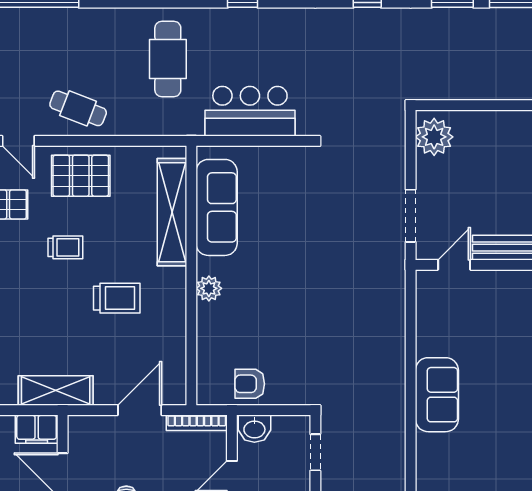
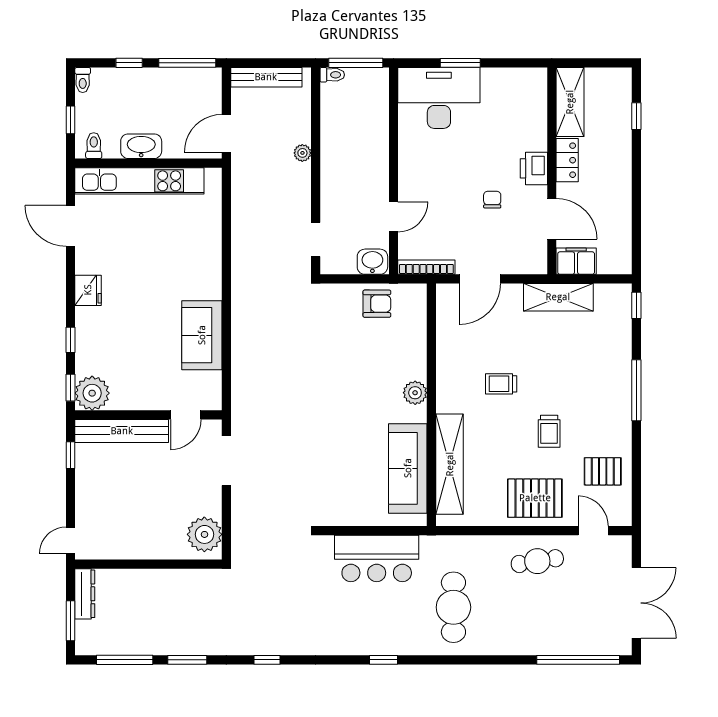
cafe table: (78, 108) -> (537, 561), turned -30
trolley: (65, 247) -> (549, 431), turned -90
trolley: (117, 298) -> (501, 384), width x0.73, depth x0.72
sofa: (437, 395) -> (202, 335), moved

